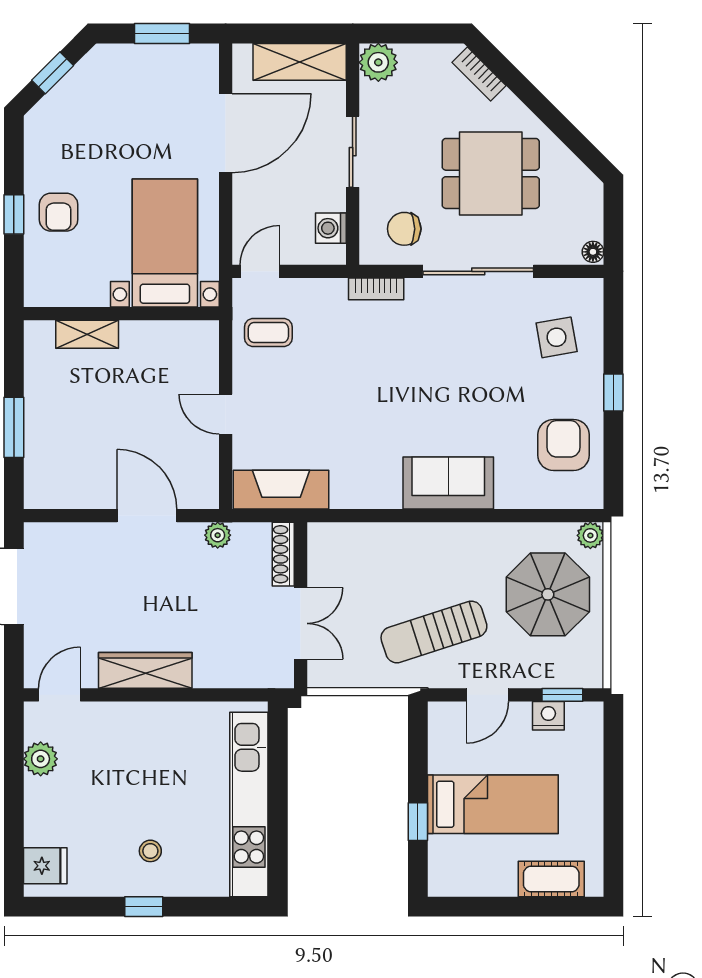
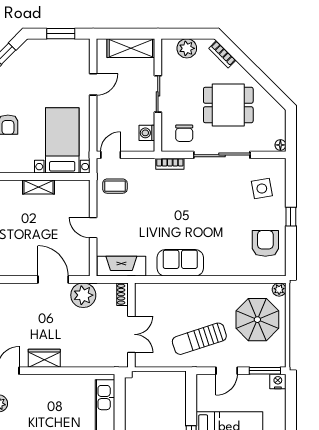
plant: (378, 62) -> (187, 48), moved
door: (226, 133) -> (93, 84), width x0.53
chair: (404, 229) -> (184, 133), turned -90
shelving: (87, 334) -> (39, 187), moved
sofa: (448, 483) -> (180, 263), moved
plant: (218, 535) -> (83, 295), width x1.88, depth x1.88
shoe rack: (283, 554) -> (122, 294), width x0.70
wardrobe: (145, 670) -> (44, 358), width x0.67
window: (562, 695) -> (265, 371), width x1.50
nightstand: (548, 716) -> (278, 381), moved

